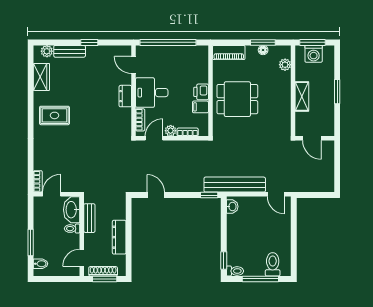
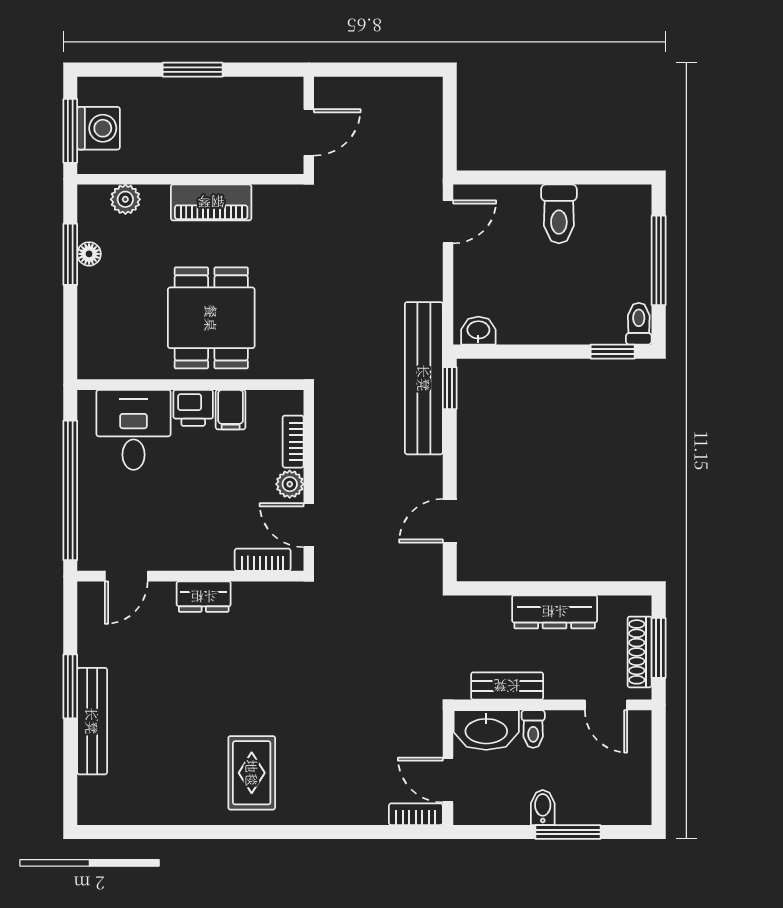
window: (89, 42) -> (70, 686), width x1.50
plant: (47, 51) -> (92, 792), removed
bench: (70, 51) -> (92, 721), width x1.36
piano: (229, 53) -> (211, 202), moved, turned 90
wardrobe: (41, 77) -> (156, 805), removed
desk: (152, 93) -> (134, 430), moved, turned 180
shelving: (302, 96) -> (204, 157), removed
bench: (235, 185) -> (424, 378), moved
bidet: (41, 264) -> (543, 807), moved
toilet: (273, 264) -> (559, 214), moved, turned -90

